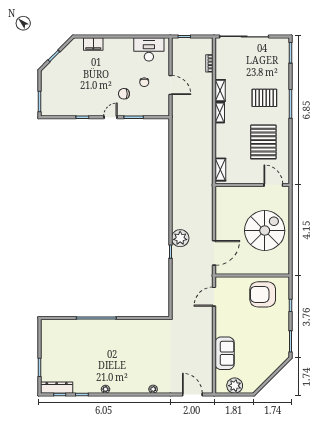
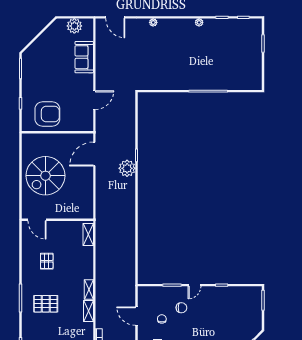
pallet: (263, 142) -> (47, 261), width x0.49, depth x0.50
door: (214, 297) -> (94, 100), moved
dresser: (57, 388) -> (246, 24), removed

